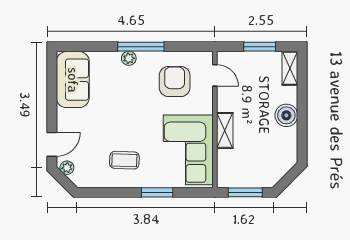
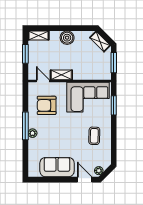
door: (215, 75) -> (43, 81), hinge flipped
sofa: (73, 80) -> (57, 167), moved
shelving: (225, 130) -> (61, 75), moved
shelving: (280, 170) -> (100, 42), added
window: (157, 192) -> (114, 105), moved

